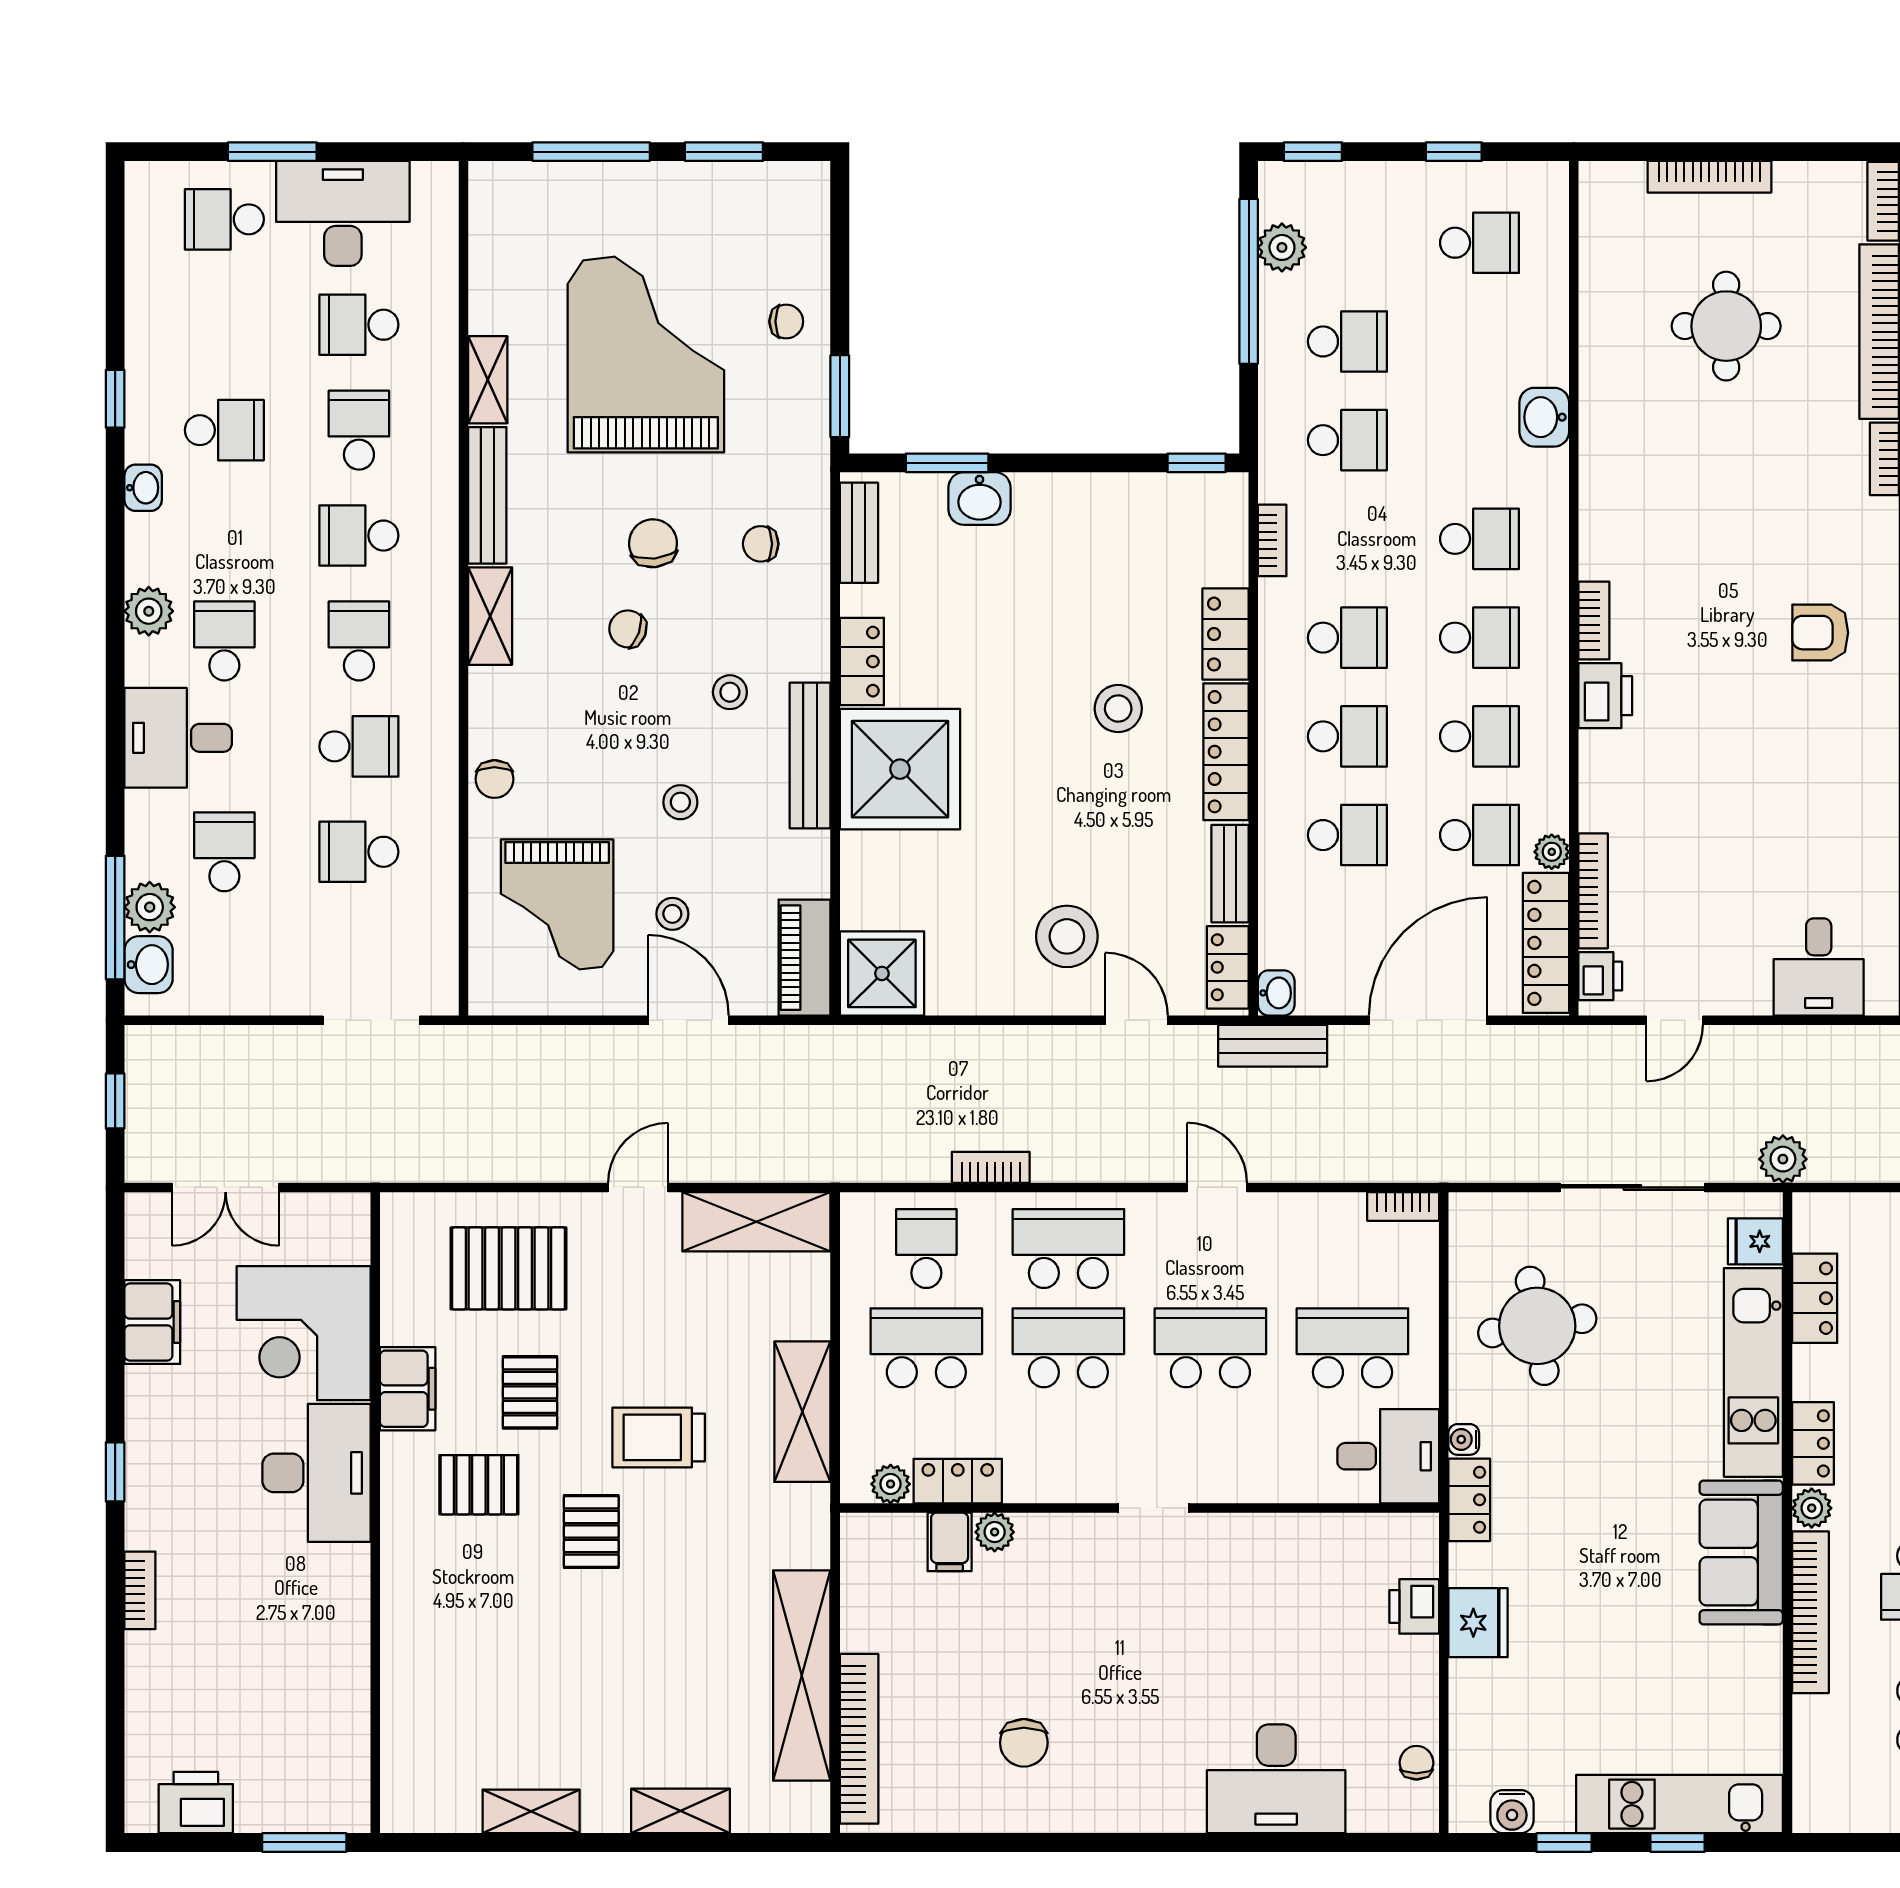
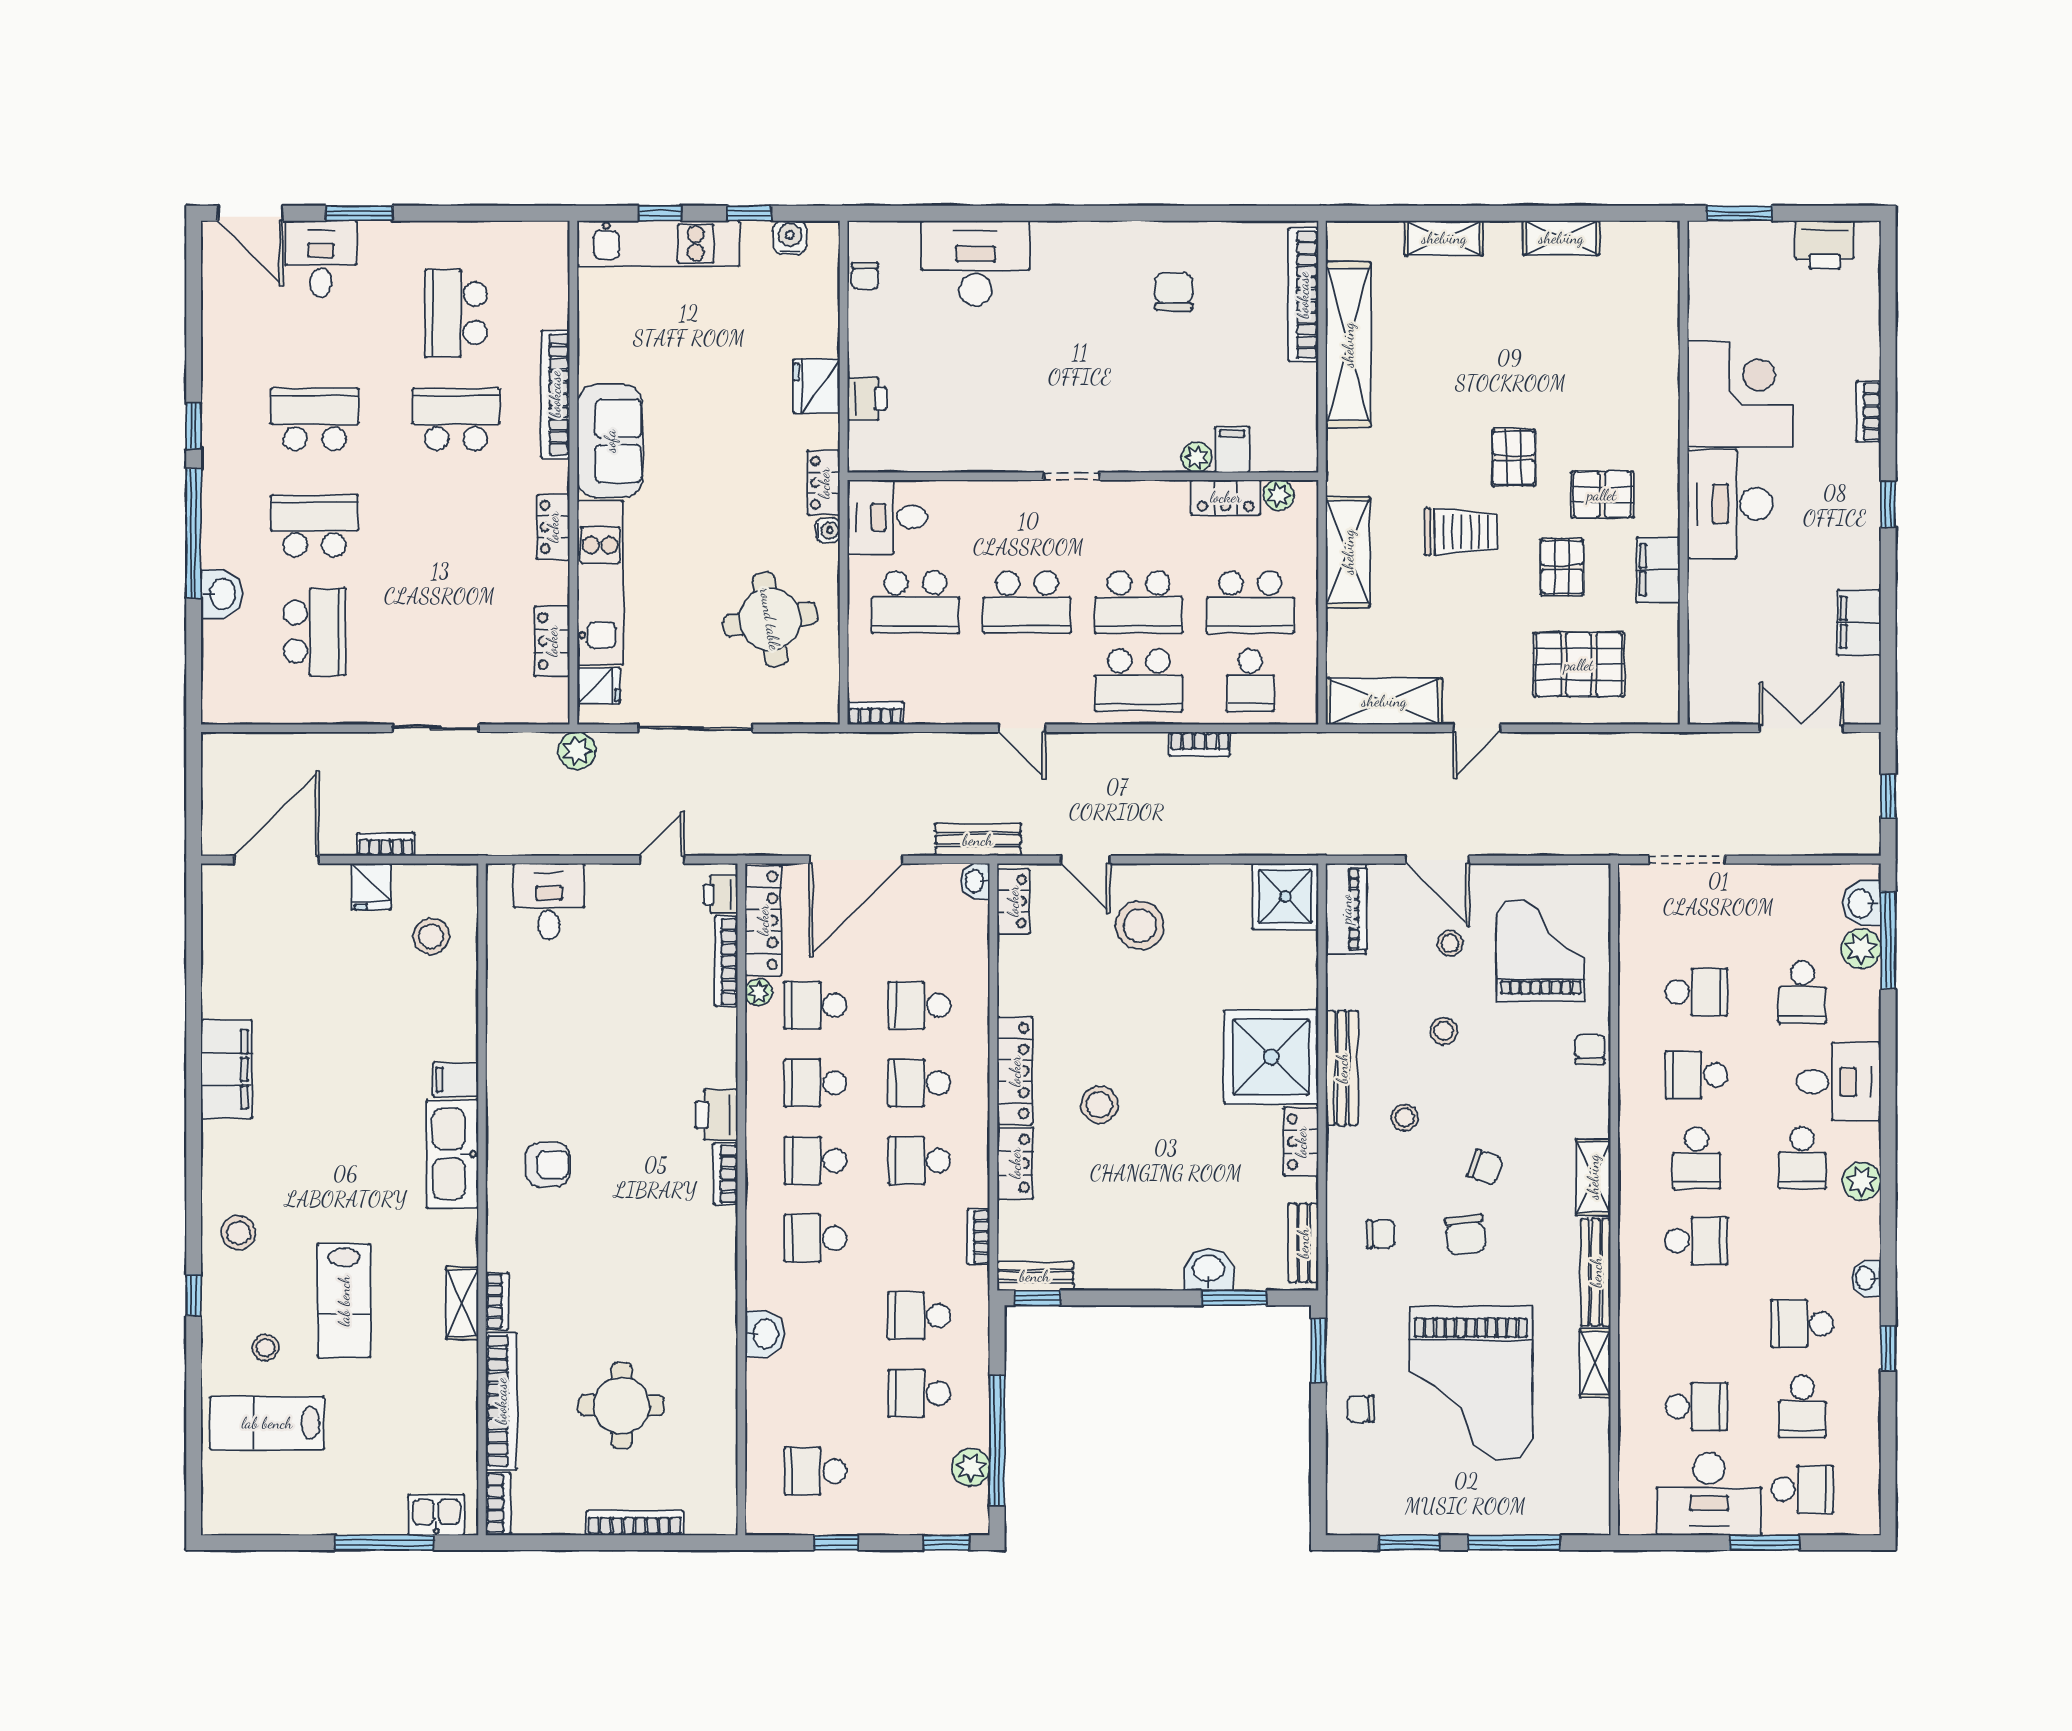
school desk: (359, 430) -> (1802, 1406), moved
bench: (1230, 874) -> (1035, 1276), moved, turned 90
corner desk: (304, 1333) -> (1740, 394), moved
plant: (1812, 1508) -> (554, 476), removed

